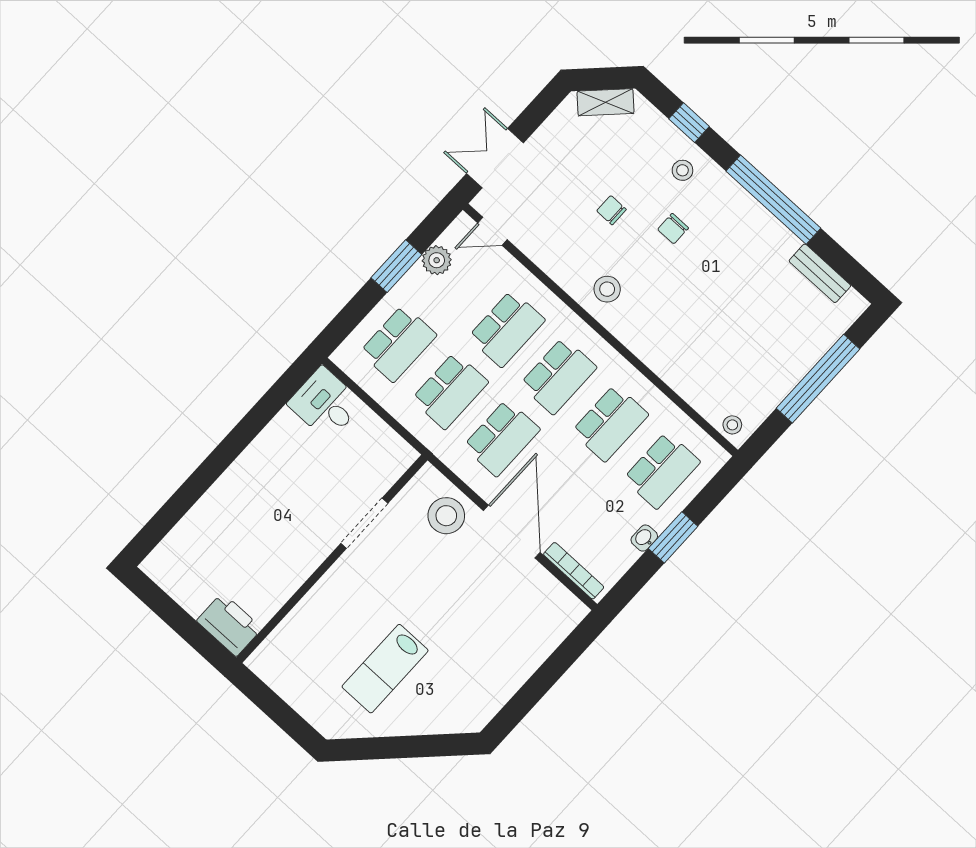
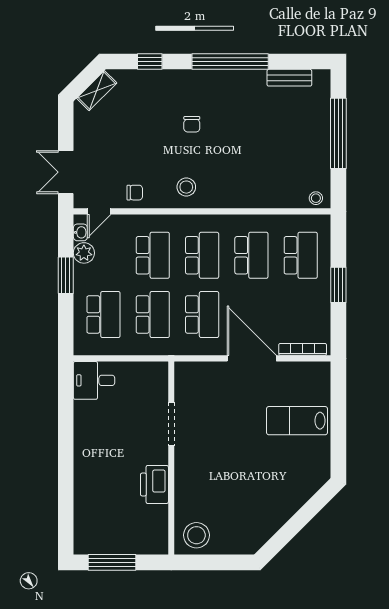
stool: (682, 170) -> (169, 89), removed
chair: (611, 210) -> (135, 193), moved, turned 180
stool: (446, 516) -> (196, 535), moved
washbasin: (644, 538) -> (80, 232), moved, turned 180
window: (170, 612) -> (112, 562), added
printer: (229, 625) -> (154, 484), moved, turned -90
lab bench: (385, 669) -> (297, 421), moved, turned 90

